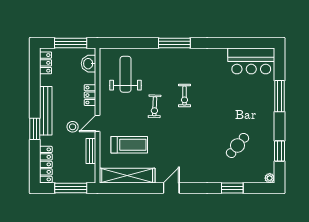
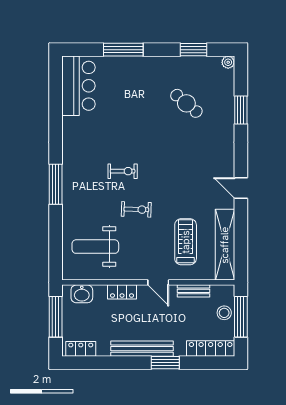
stool: (73, 127) -> (224, 313), moved

